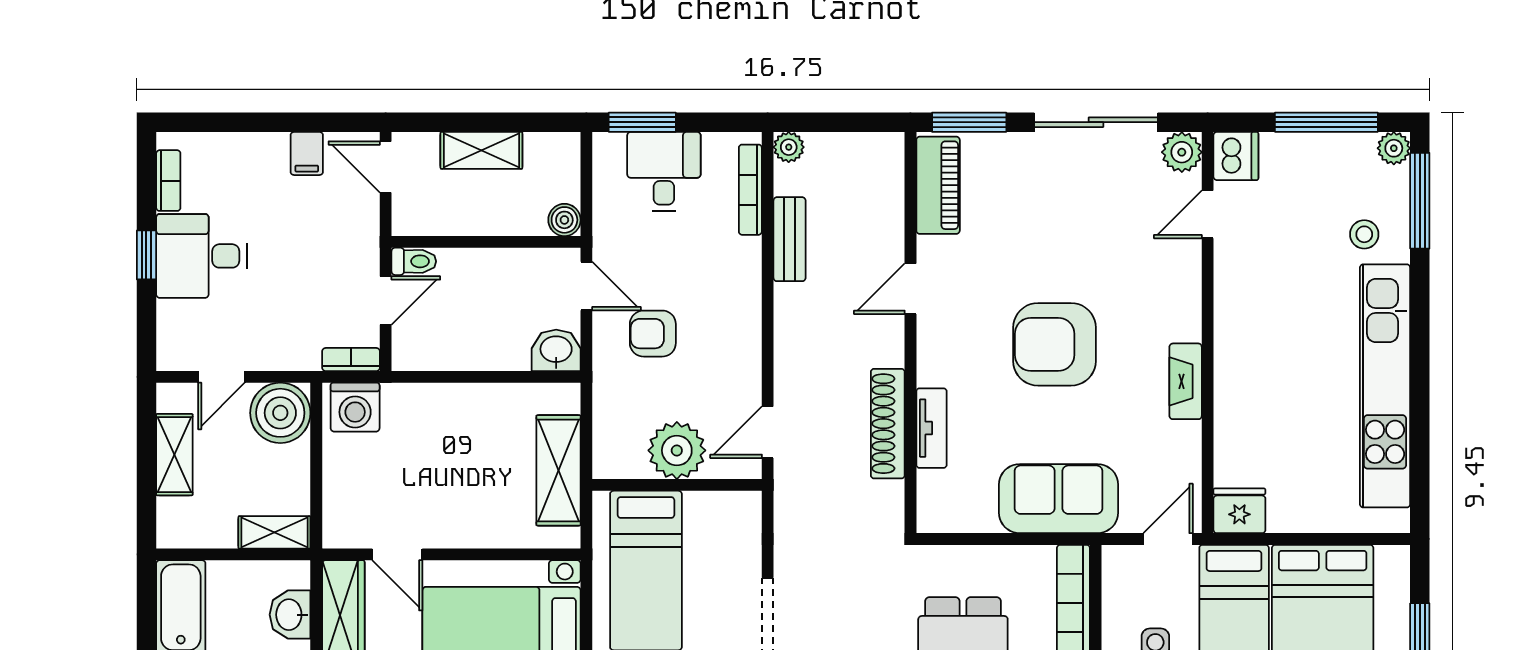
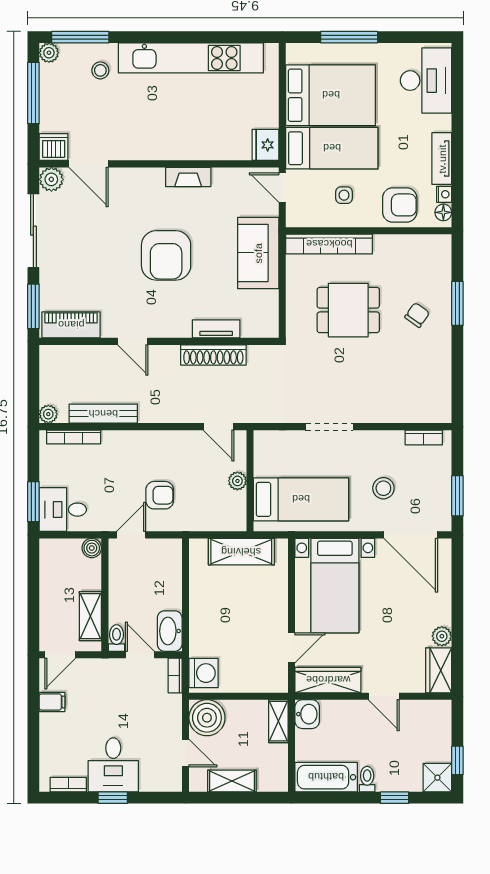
shelving: (481, 150) -> (90, 616), moved
desk: (664, 171) -> (63, 510), moved
door: (1208, 214) -> (88, 164), width x1.38
bench: (790, 239) -> (103, 414), width x1.36
armchair: (653, 334) -> (160, 495), turned -90
washbasin: (556, 350) -> (170, 631), moved, width x1.38
plant: (677, 450) -> (237, 481), width x0.53, depth x0.53
washbasin: (290, 615) -> (307, 714), moved, turned -90

